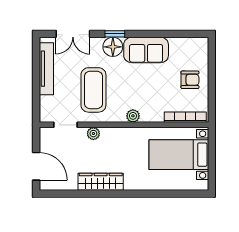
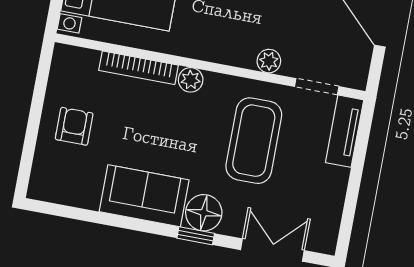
tv unit: (46, 69) -> (345, 131), moved, width x0.71
armchair: (190, 80) -> (74, 126), turned 90
bookcase: (185, 117) -> (139, 68), moved

